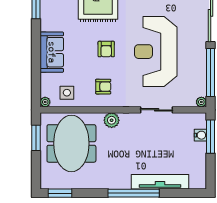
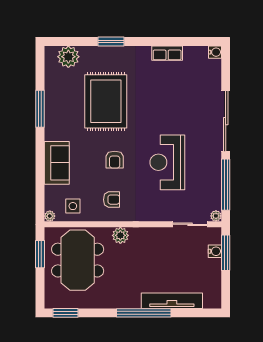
reception desk: (156, 52) -> (167, 162), width x0.74, depth x0.77
sliding door: (157, 110) -> (190, 224), moved

